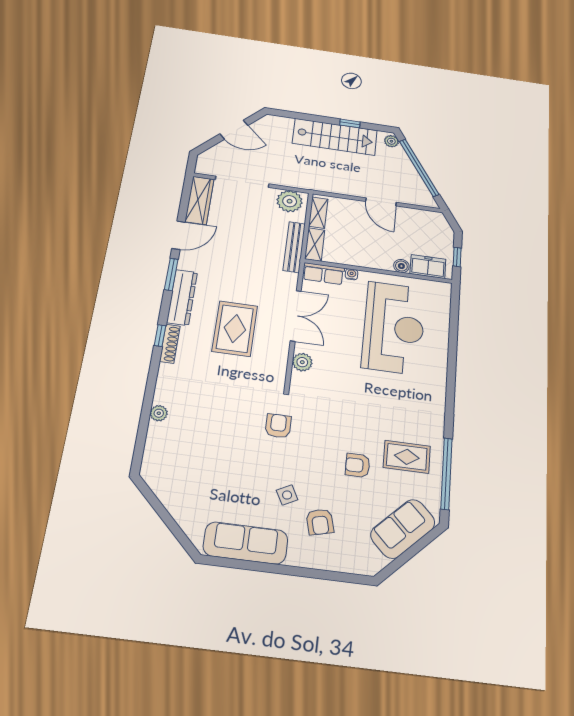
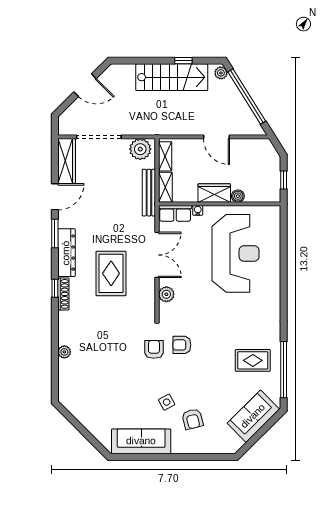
wardrobe: (373, 259) -> (214, 193), added
freezer: (428, 267) -> (260, 193), removed
armchair: (358, 465) -> (182, 345), moved

